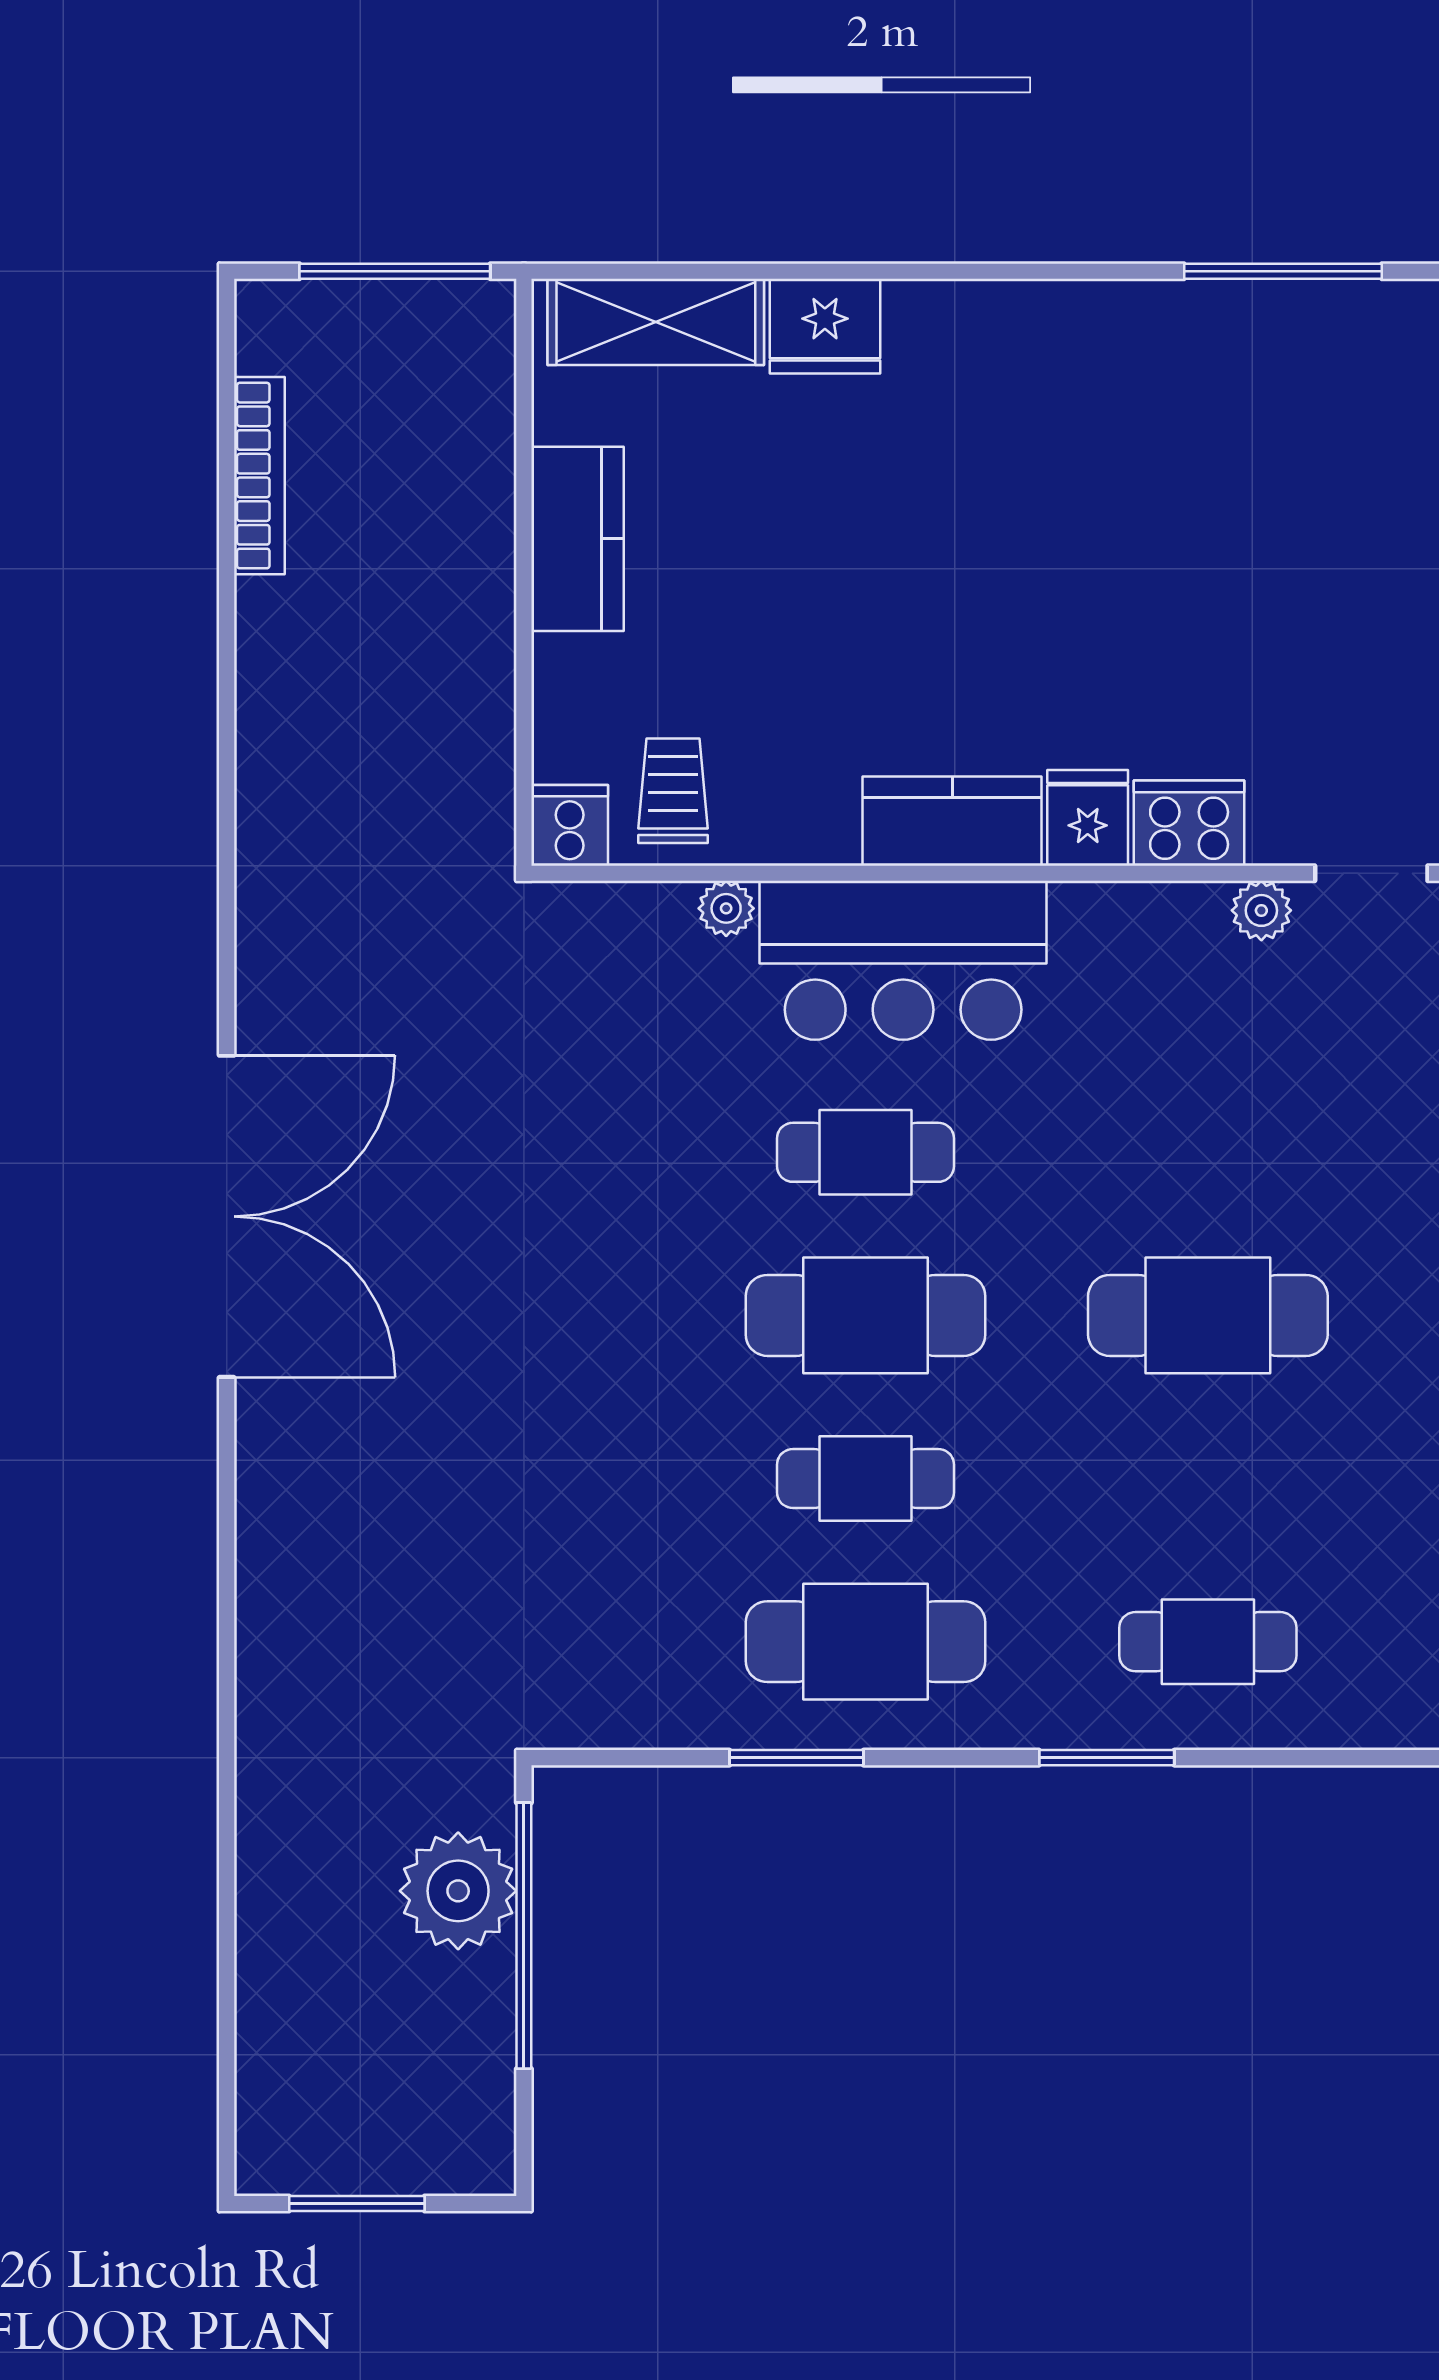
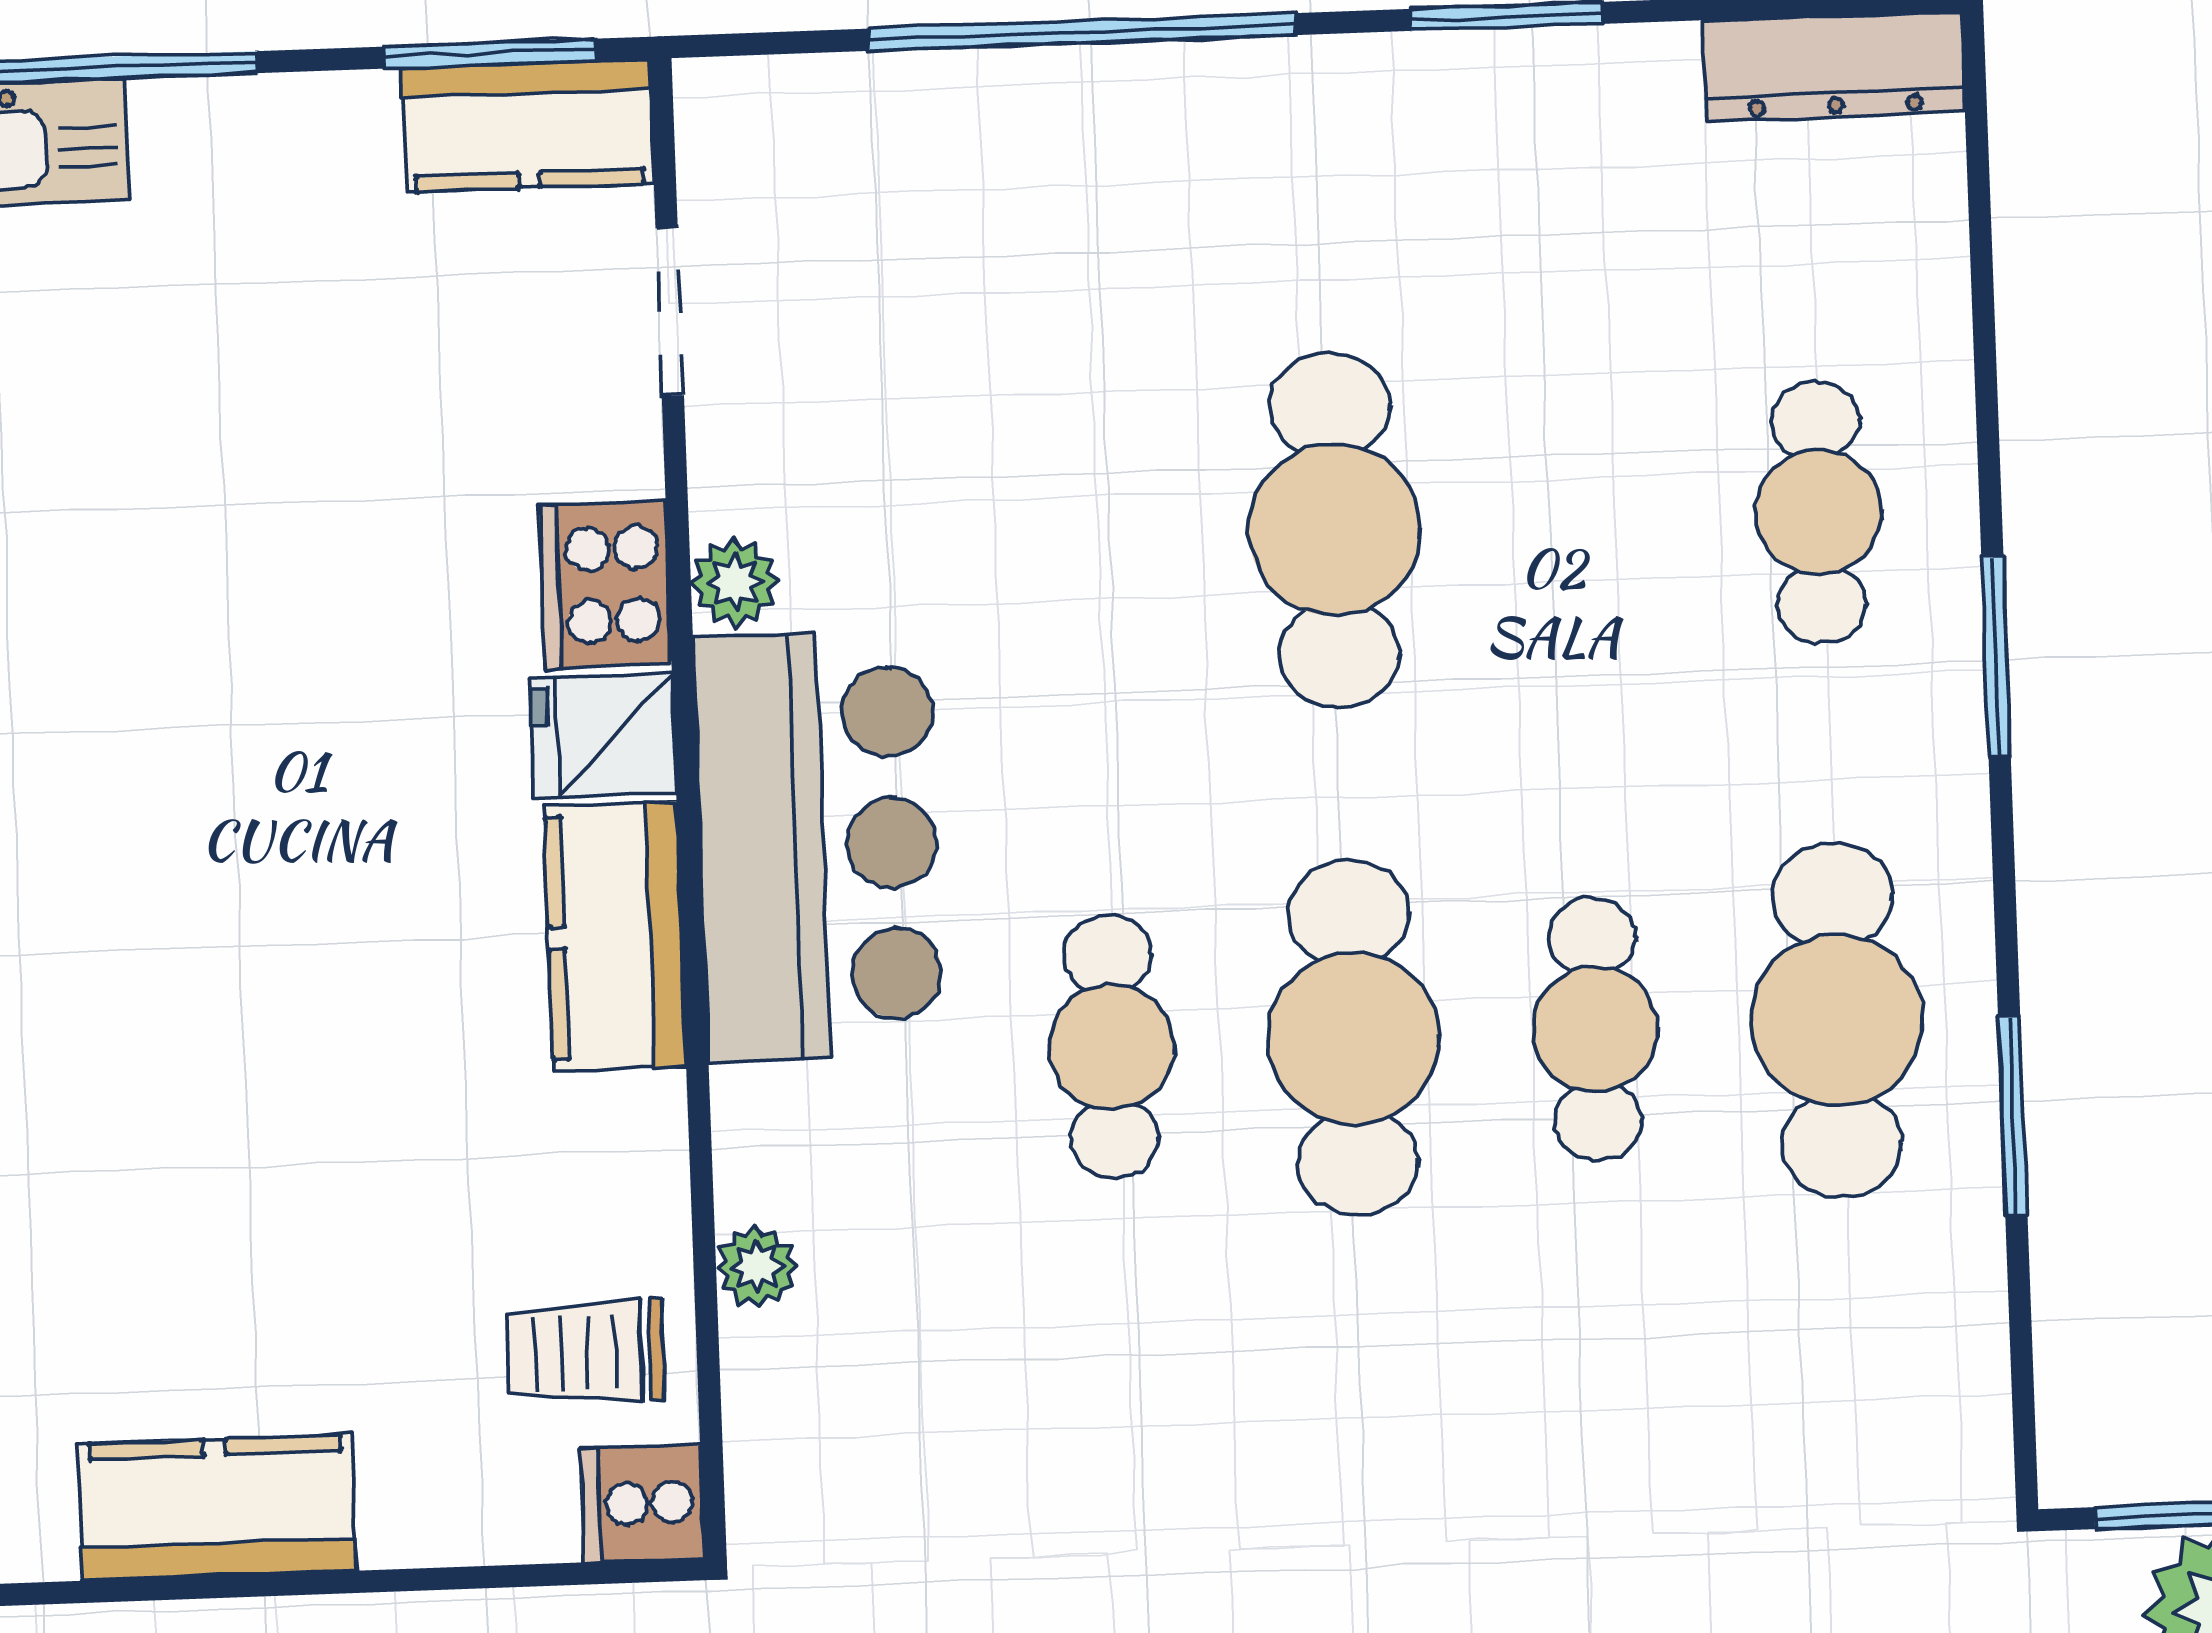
plant: (1261, 910) -> (735, 582), moved
bar counter: (903, 960) -> (819, 845), moved

